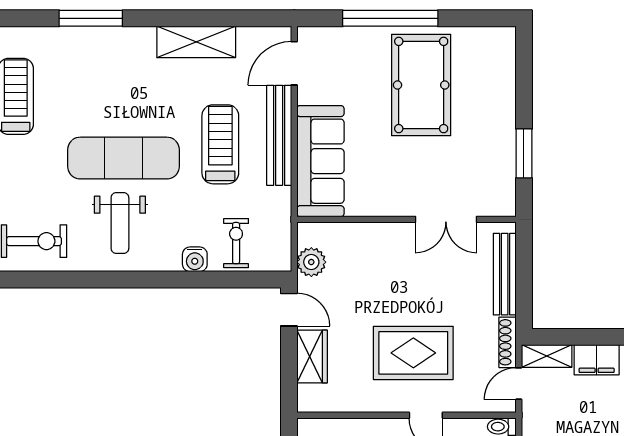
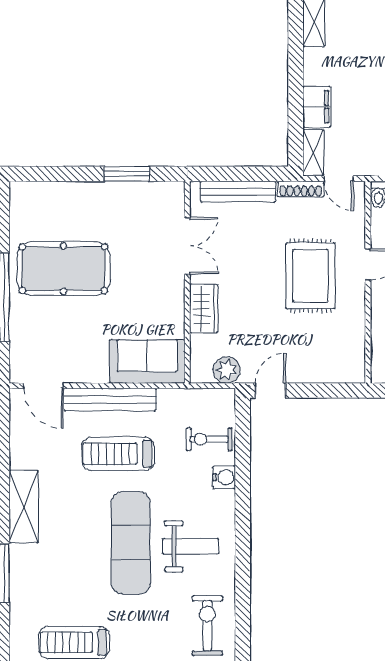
shelving: (196, 42) -> (24, 507), moved
sofa: (320, 161) -> (147, 361), width x0.73
wardrobe: (312, 357) -> (204, 309), moved, turned 90

